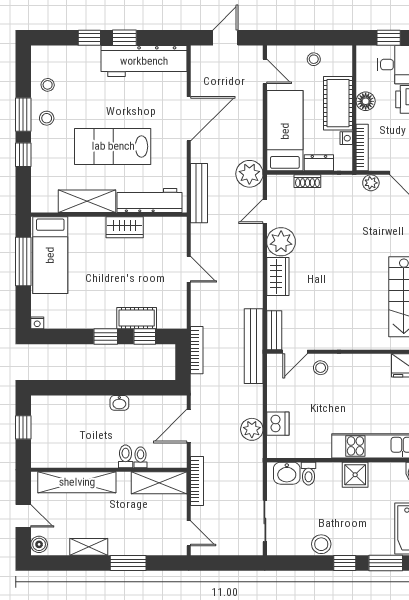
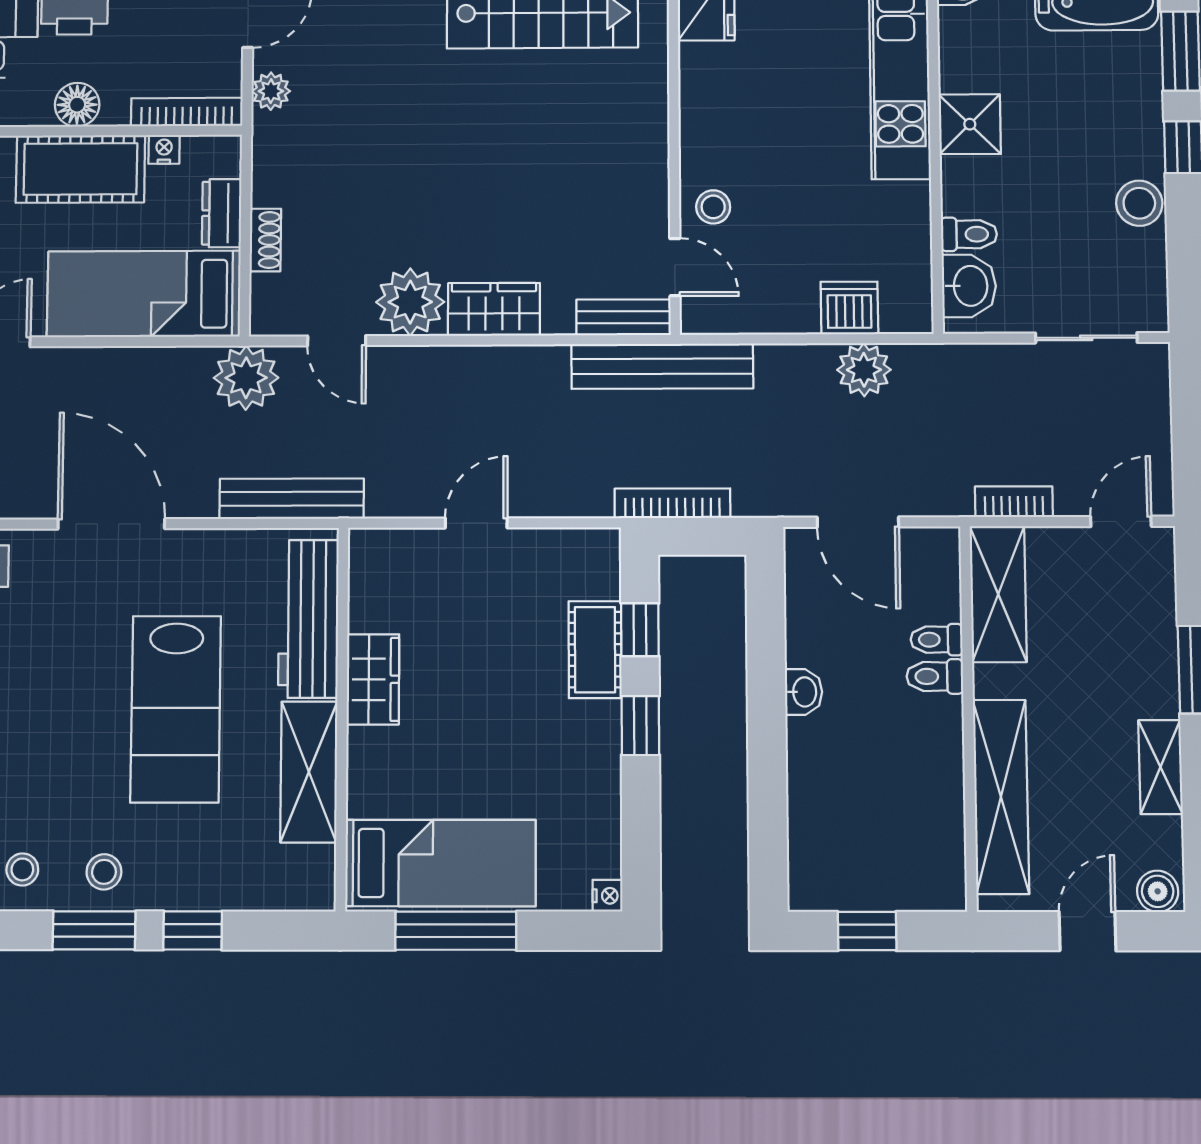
bookcase: (197, 481) -> (1014, 502), width x0.64

